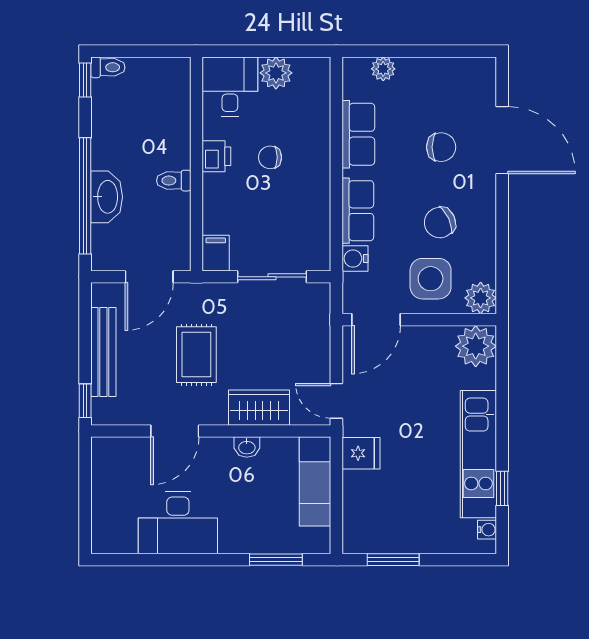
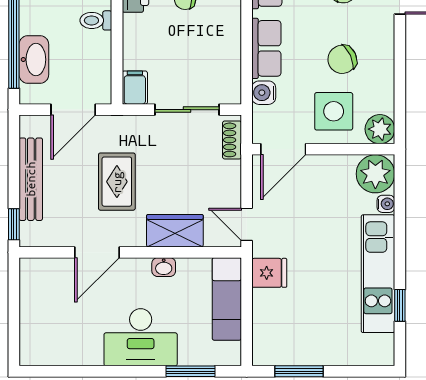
washbasin: (107, 197) -> (34, 60), moved
shoe rack: (321, 310) -> (232, 140), added
desk: (178, 523) -> (141, 337), moved
water cooler: (487, 530) -> (386, 204), moved

